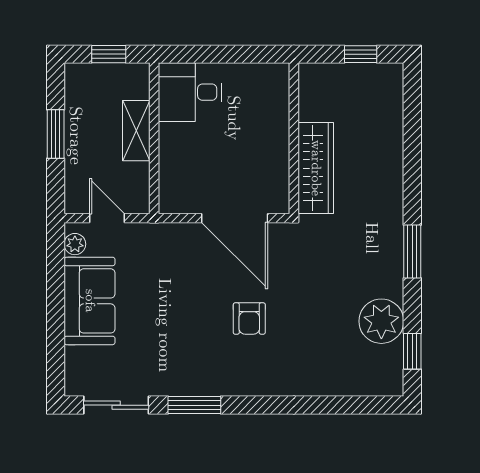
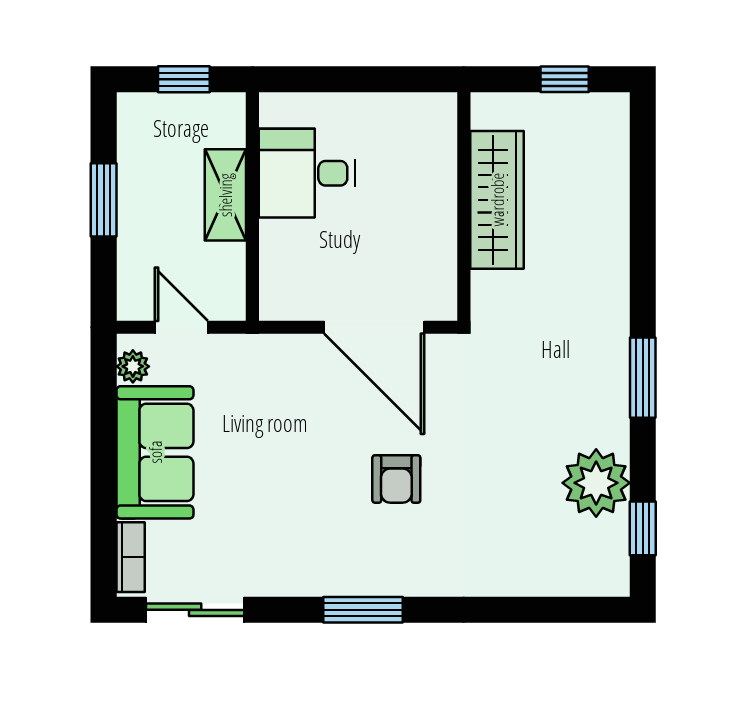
desk: (190, 92) -> (307, 173), moved
wardrobe: (316, 168) -> (497, 200), moved
bookcase: (73, 370) -> (131, 557), added
window: (194, 405) -> (363, 610), moved

